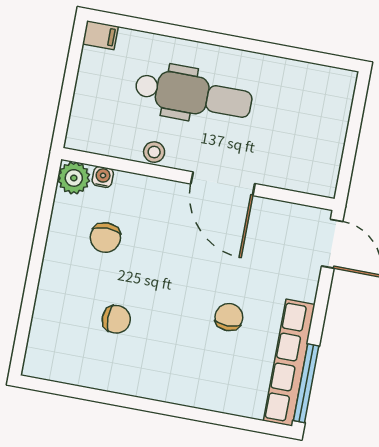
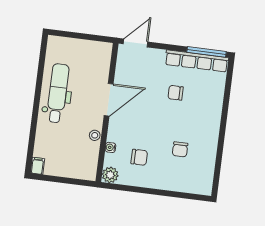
dental chair: (194, 95) -> (58, 93), moved
water cooler: (103, 177) -> (110, 147), moved
chair: (116, 319) -> (180, 149), turned 180

